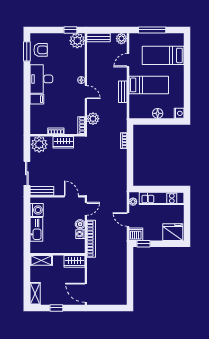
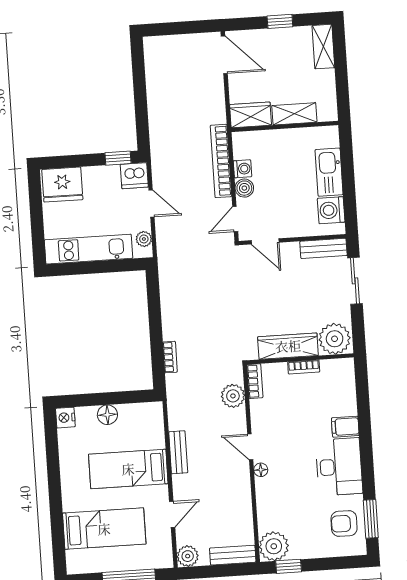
wardrobe: (63, 142) -> (288, 346), width x1.50
shelving: (41, 260) -> (294, 114), moved

